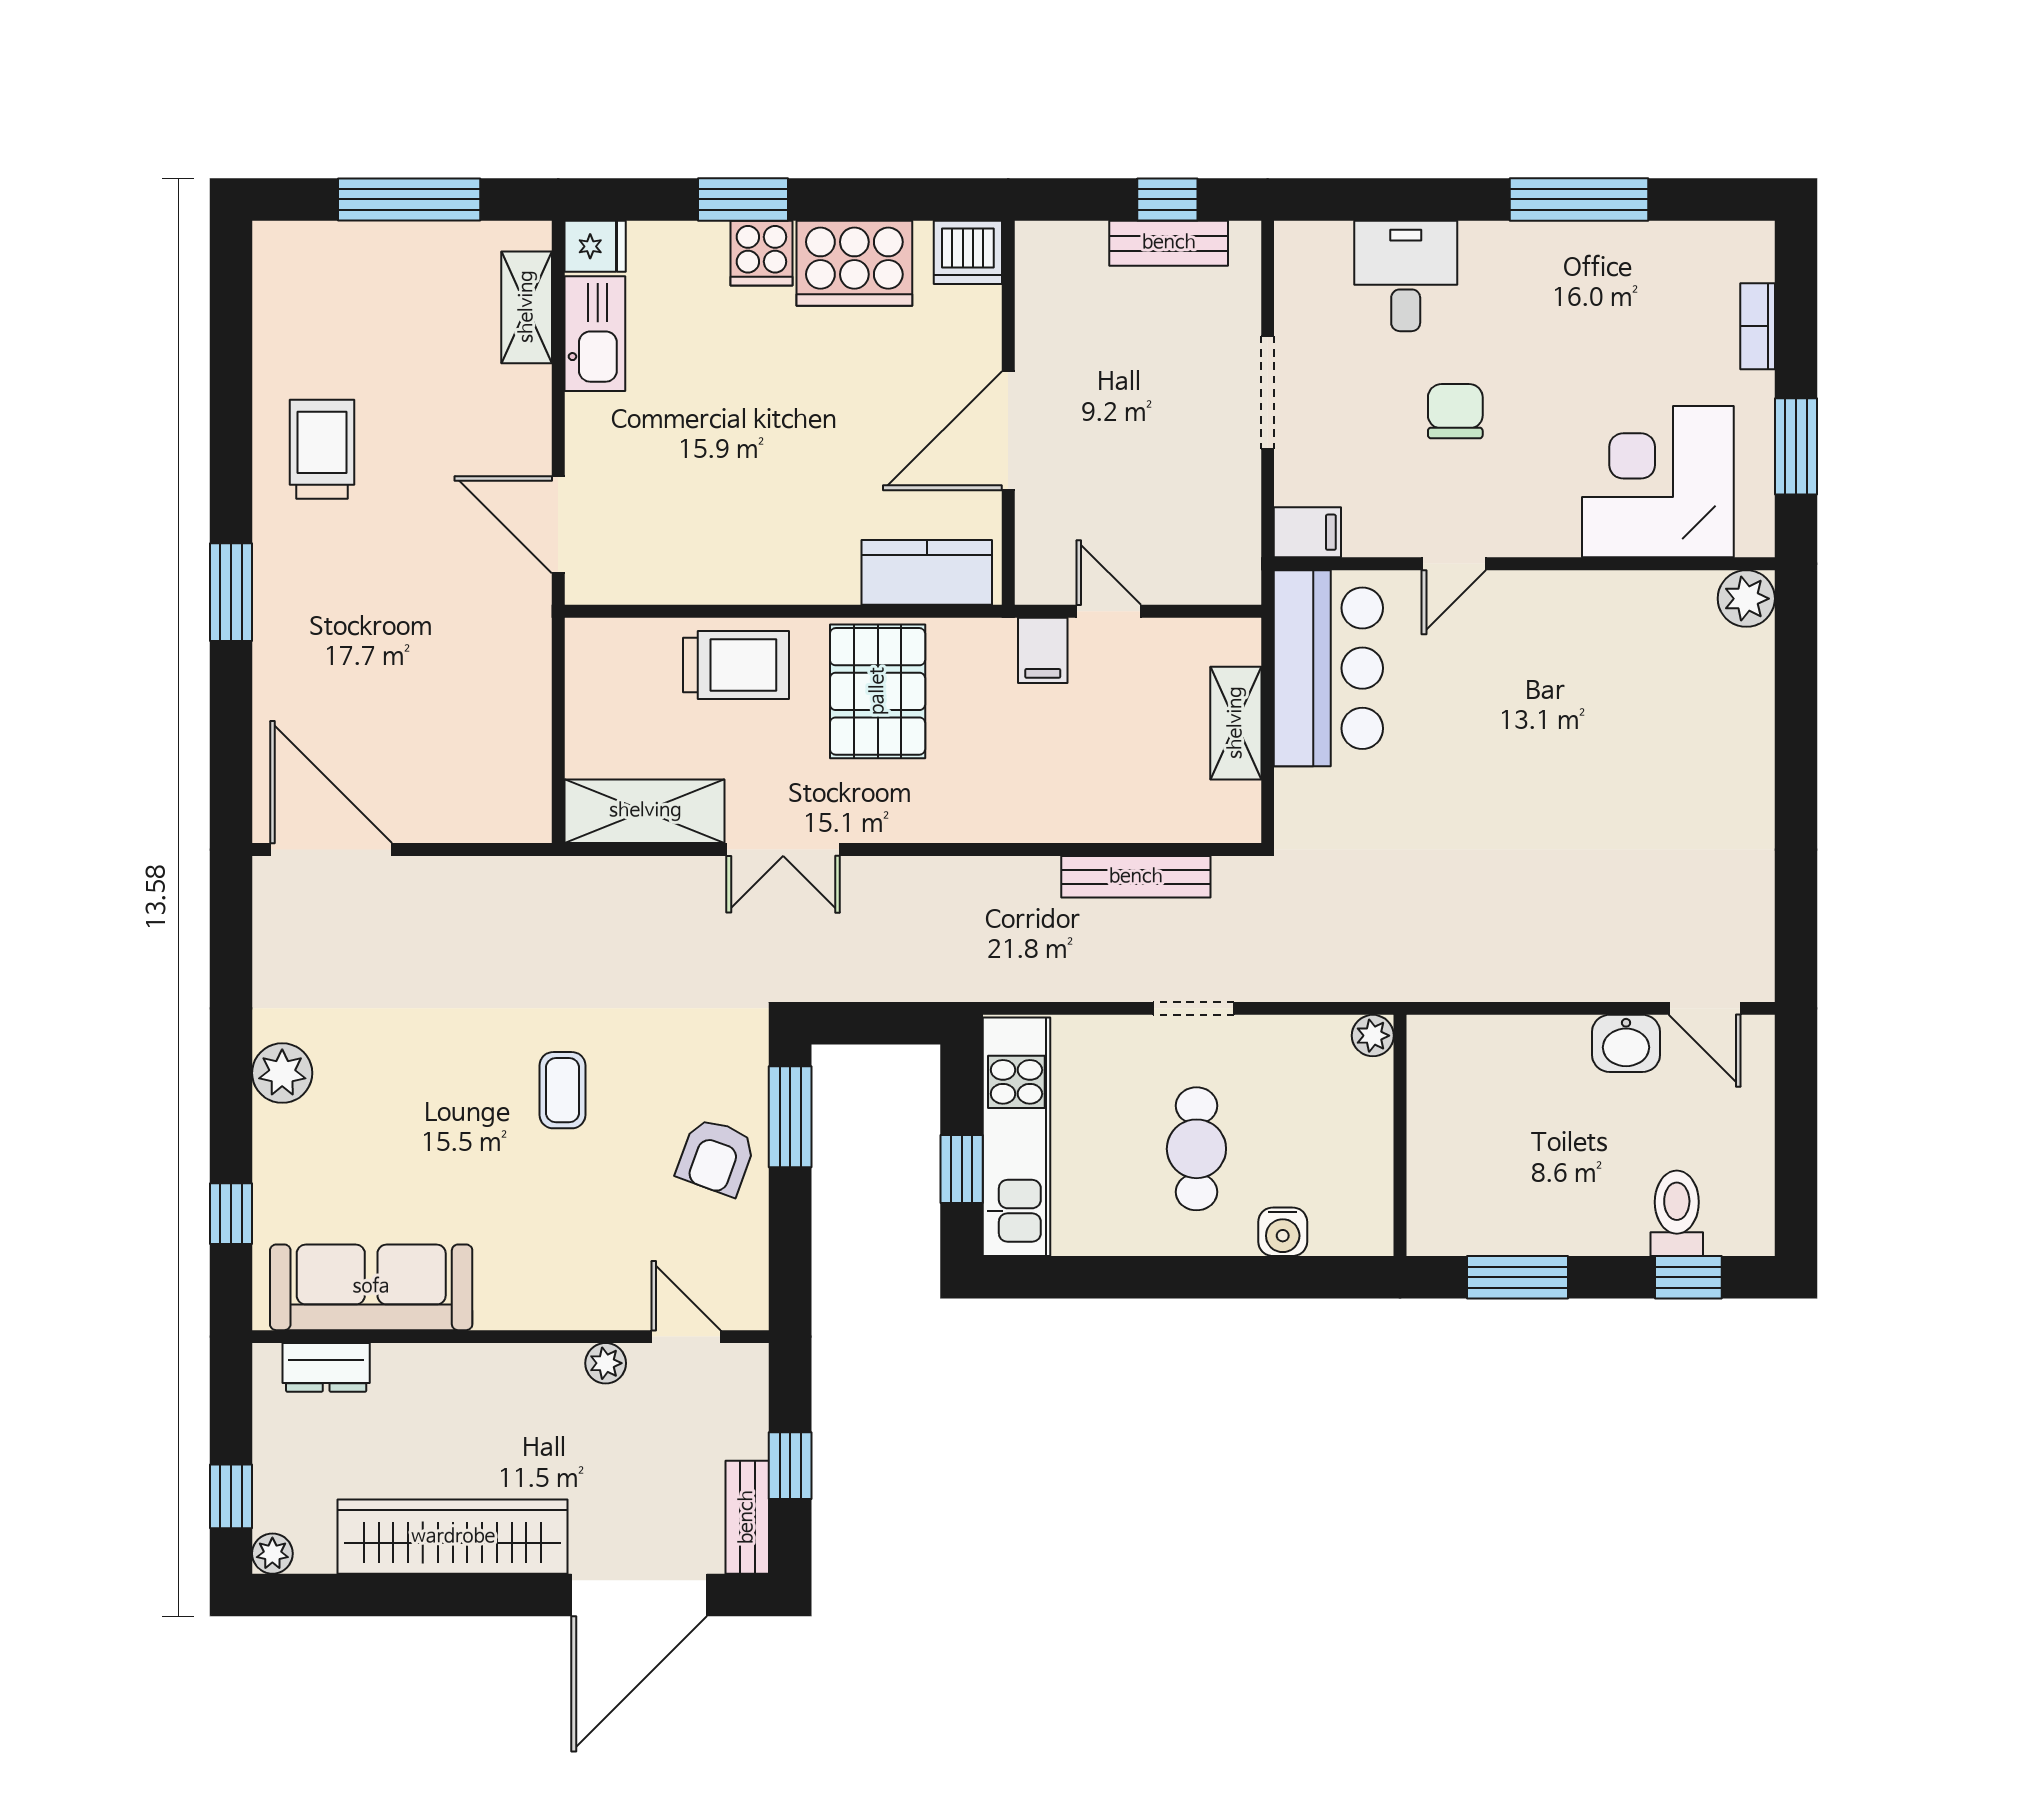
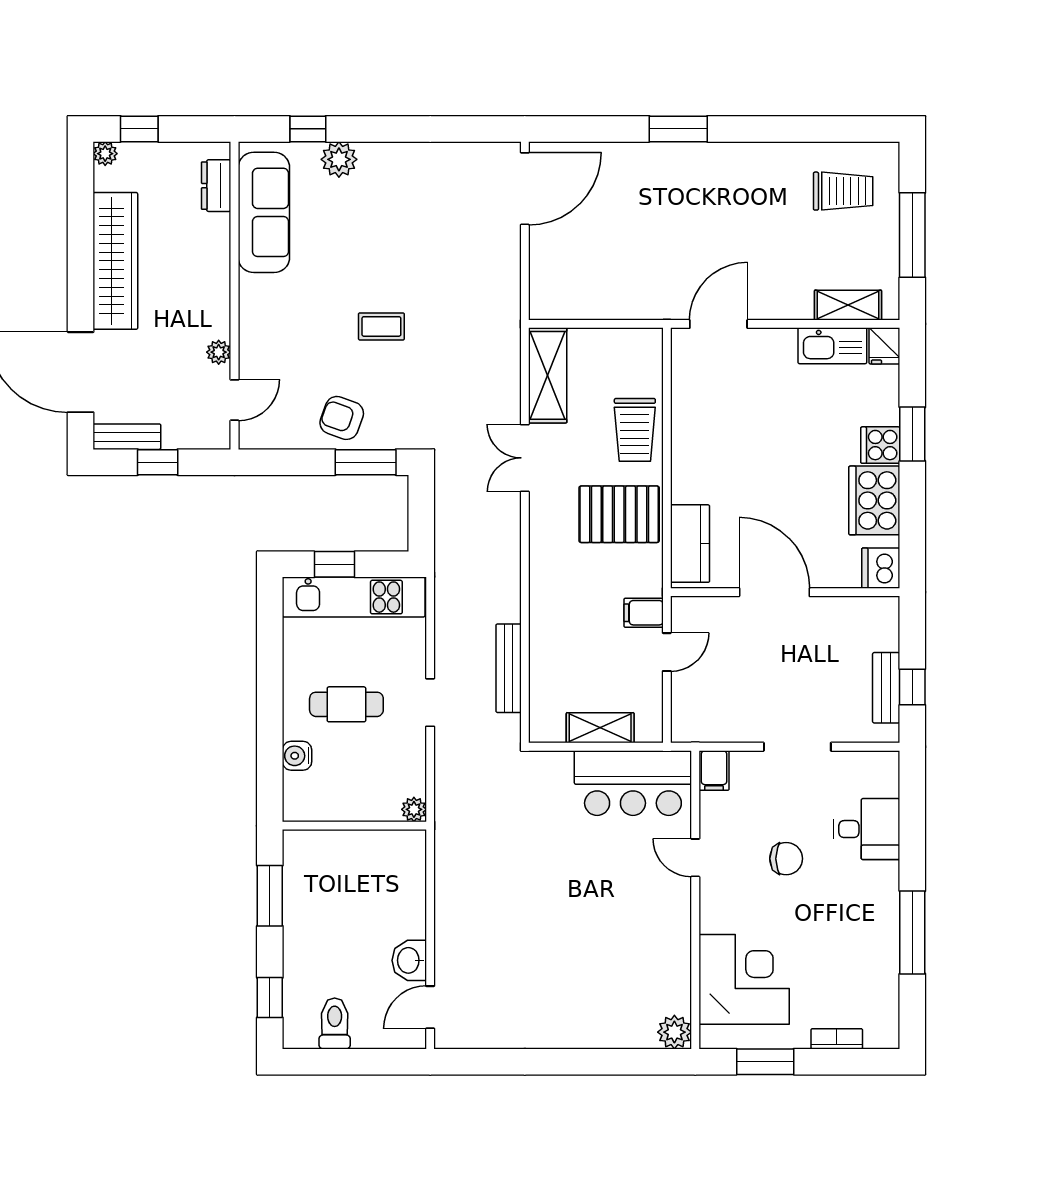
trolley: (322, 449) -> (843, 191), moved
plant: (282, 1073) -> (339, 159), moved
toilet: (1677, 1213) -> (335, 1023), moved, turned -90

